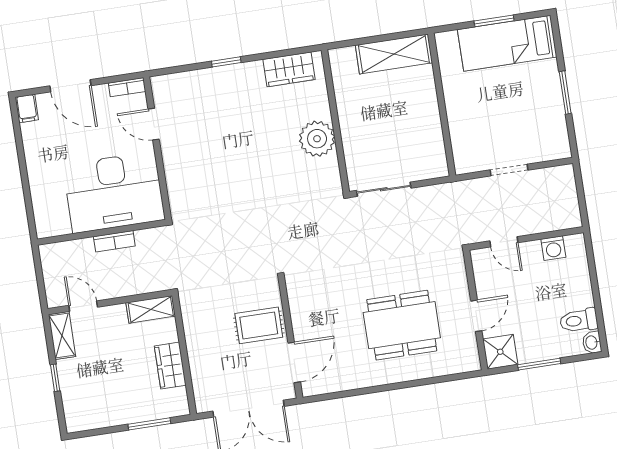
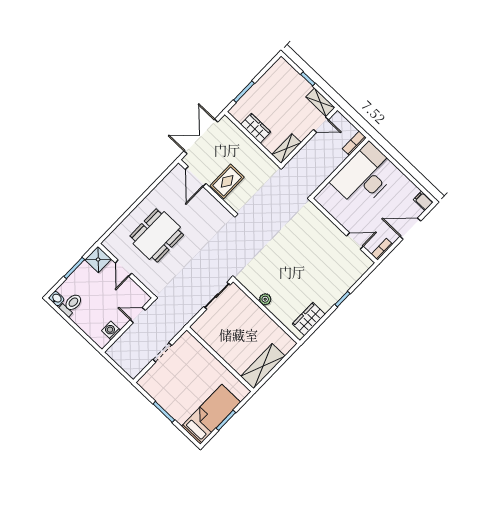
plant: (317, 139) -> (265, 299), width x0.53, depth x0.53
desk: (114, 192) -> (364, 176), moved
bookcase: (114, 241) -> (354, 143), moved

